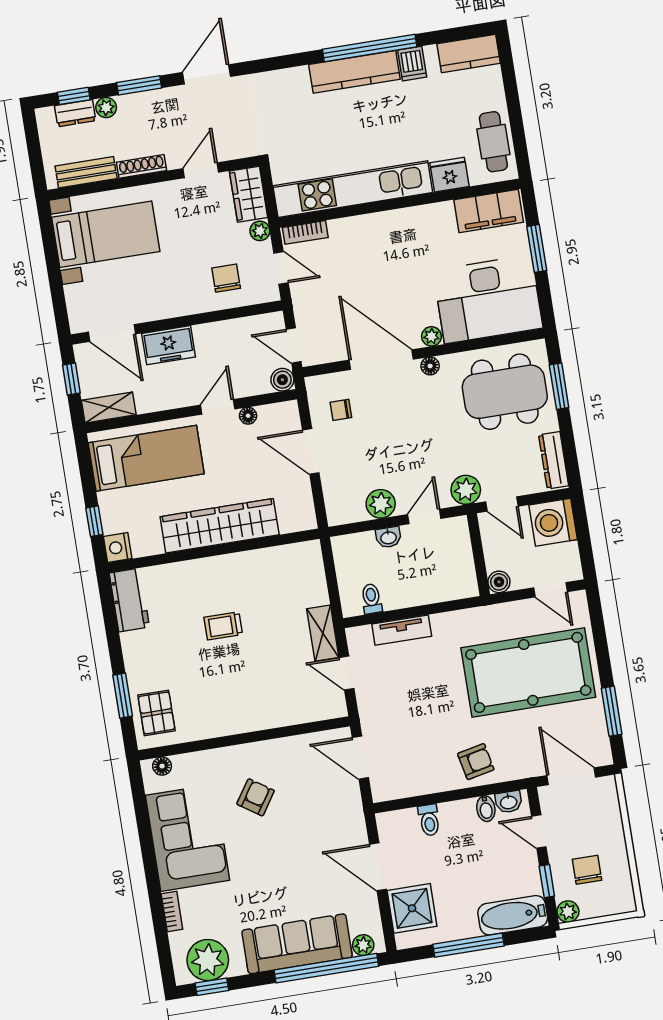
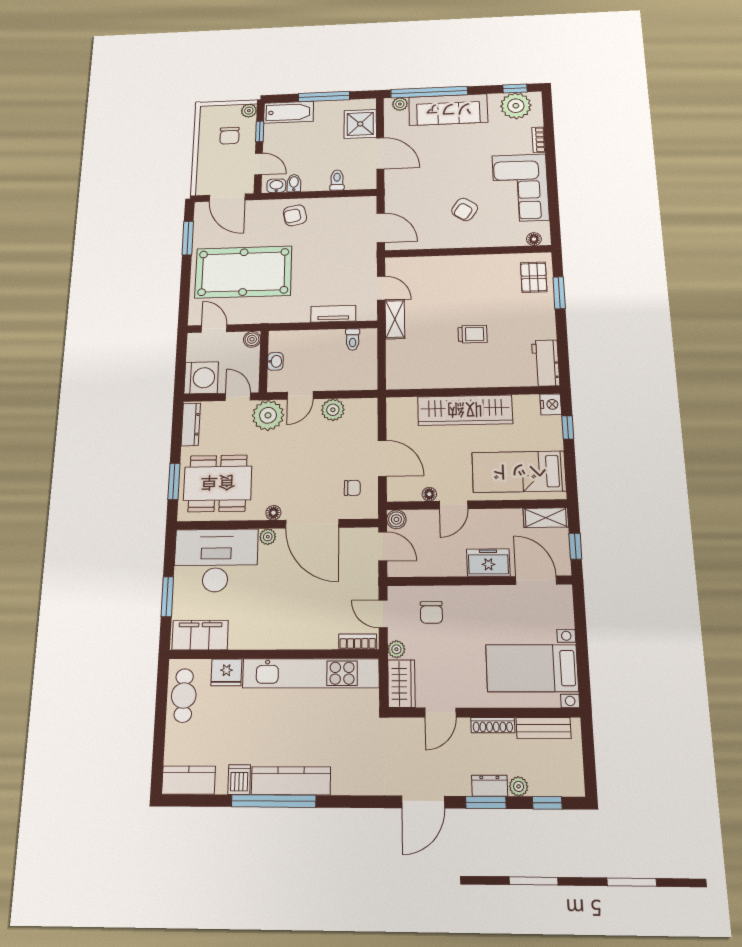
dresser: (75, 113) -> (490, 786), moved
plant: (466, 490) -> (268, 415), width x1.36, depth x1.36
washbasin: (388, 537) -> (275, 361), moved, turned 90

